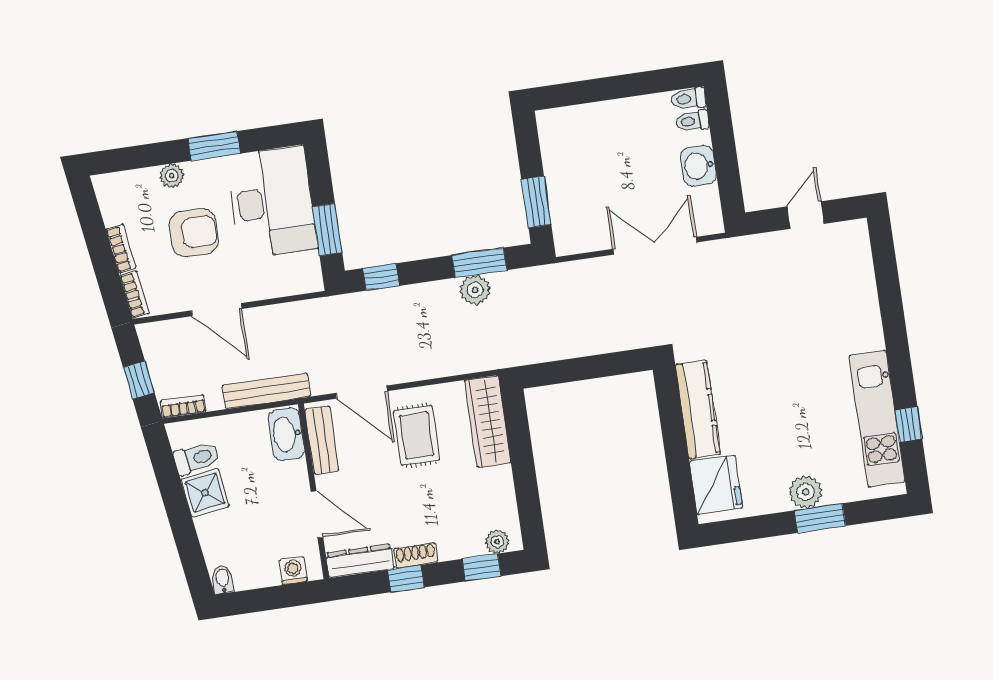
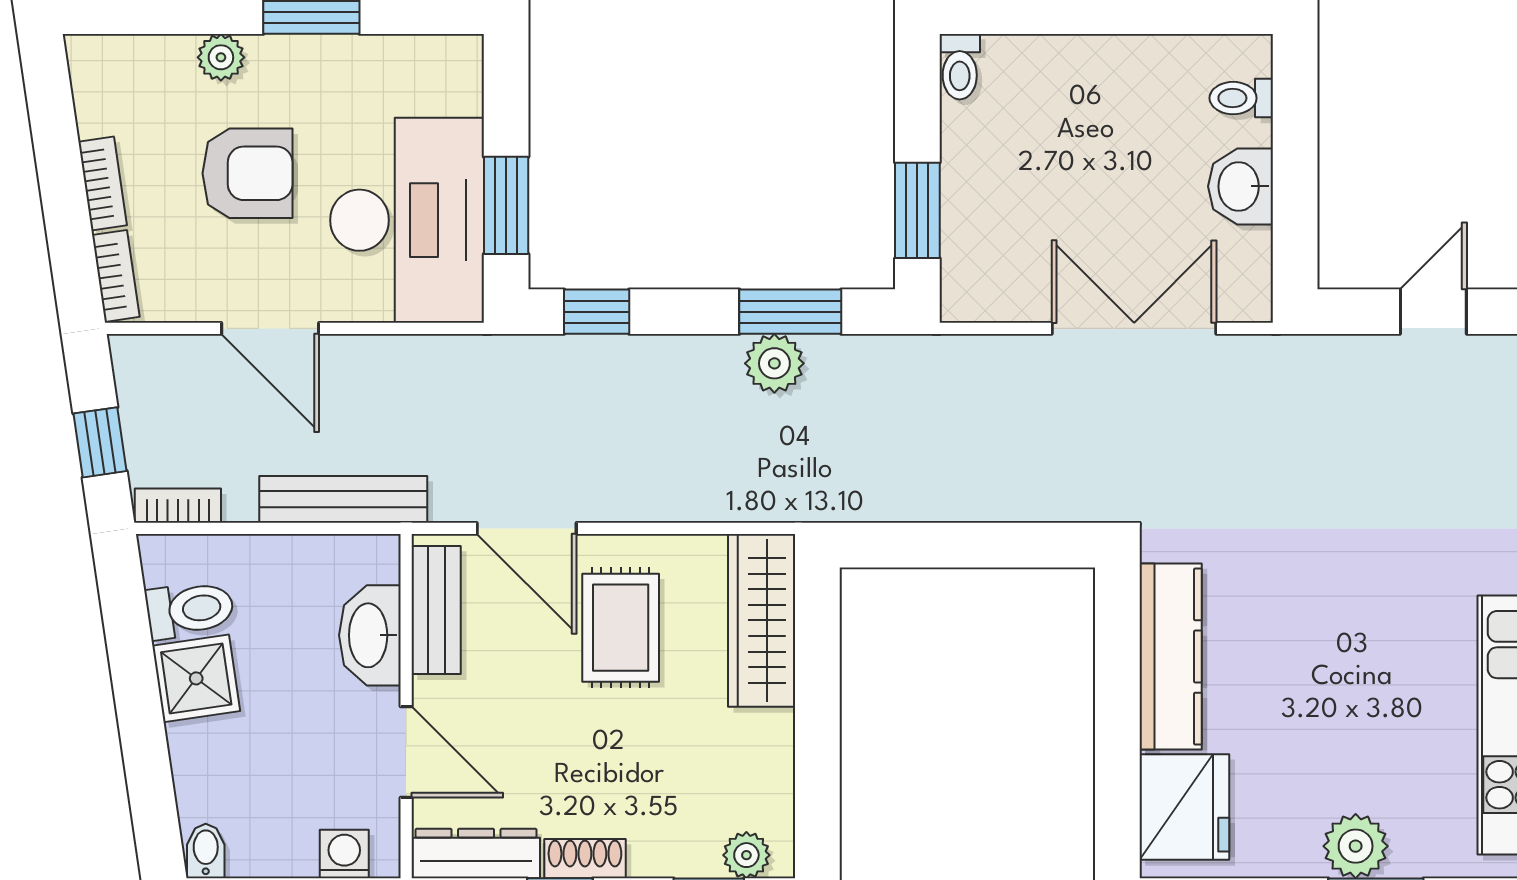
toilet: (688, 99) -> (960, 67), moved, turned -90
desk: (272, 202) -> (407, 220), moved
washbasin: (287, 434) -> (370, 635), moved

